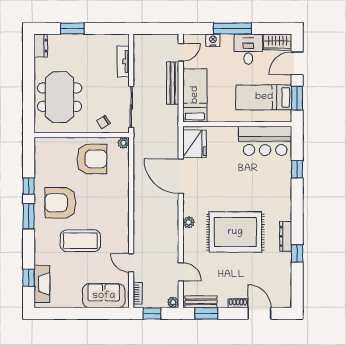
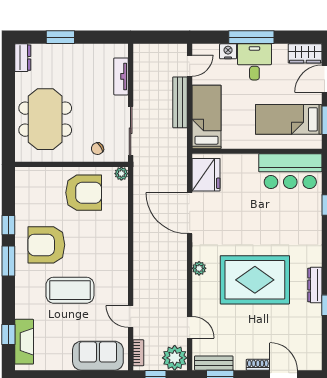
desk: (248, 49) -> (254, 62), moved
plant: (173, 302) -> (175, 358), width x1.87, depth x1.87

